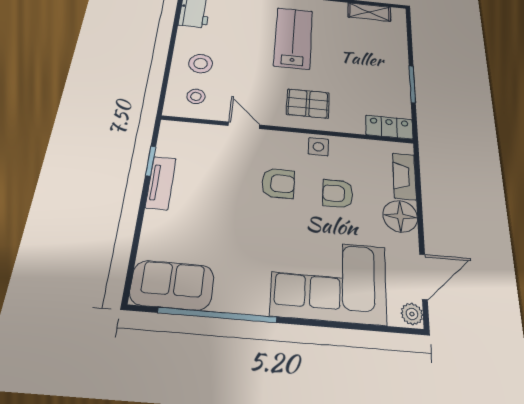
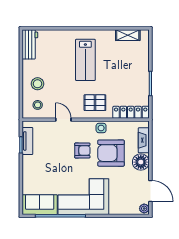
lab bench: (293, 38) -> (85, 60), turned 180
locker: (389, 127) -> (131, 112), width x1.53
tv unit: (161, 183) -> (27, 141), moved
armchair: (338, 194) -> (111, 153), width x1.88, depth x1.88
door: (424, 276) -> (150, 191), hinge flipped
corner sofa: (329, 281) -> (83, 197), moved

